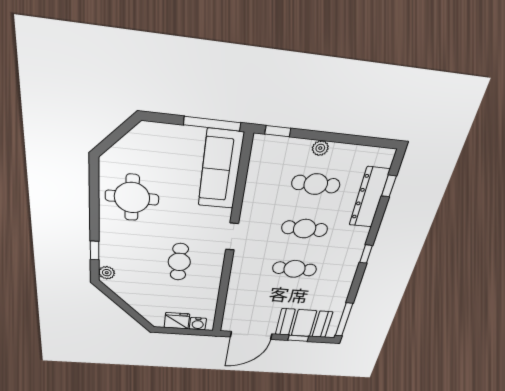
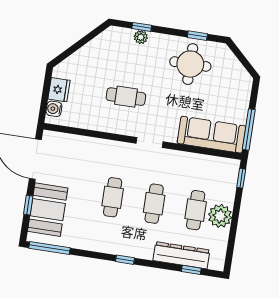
plant: (320, 148) -> (220, 216), width x1.87, depth x1.87
window: (94, 191) -> (197, 36), added
plant: (107, 273) -> (141, 37), moved

